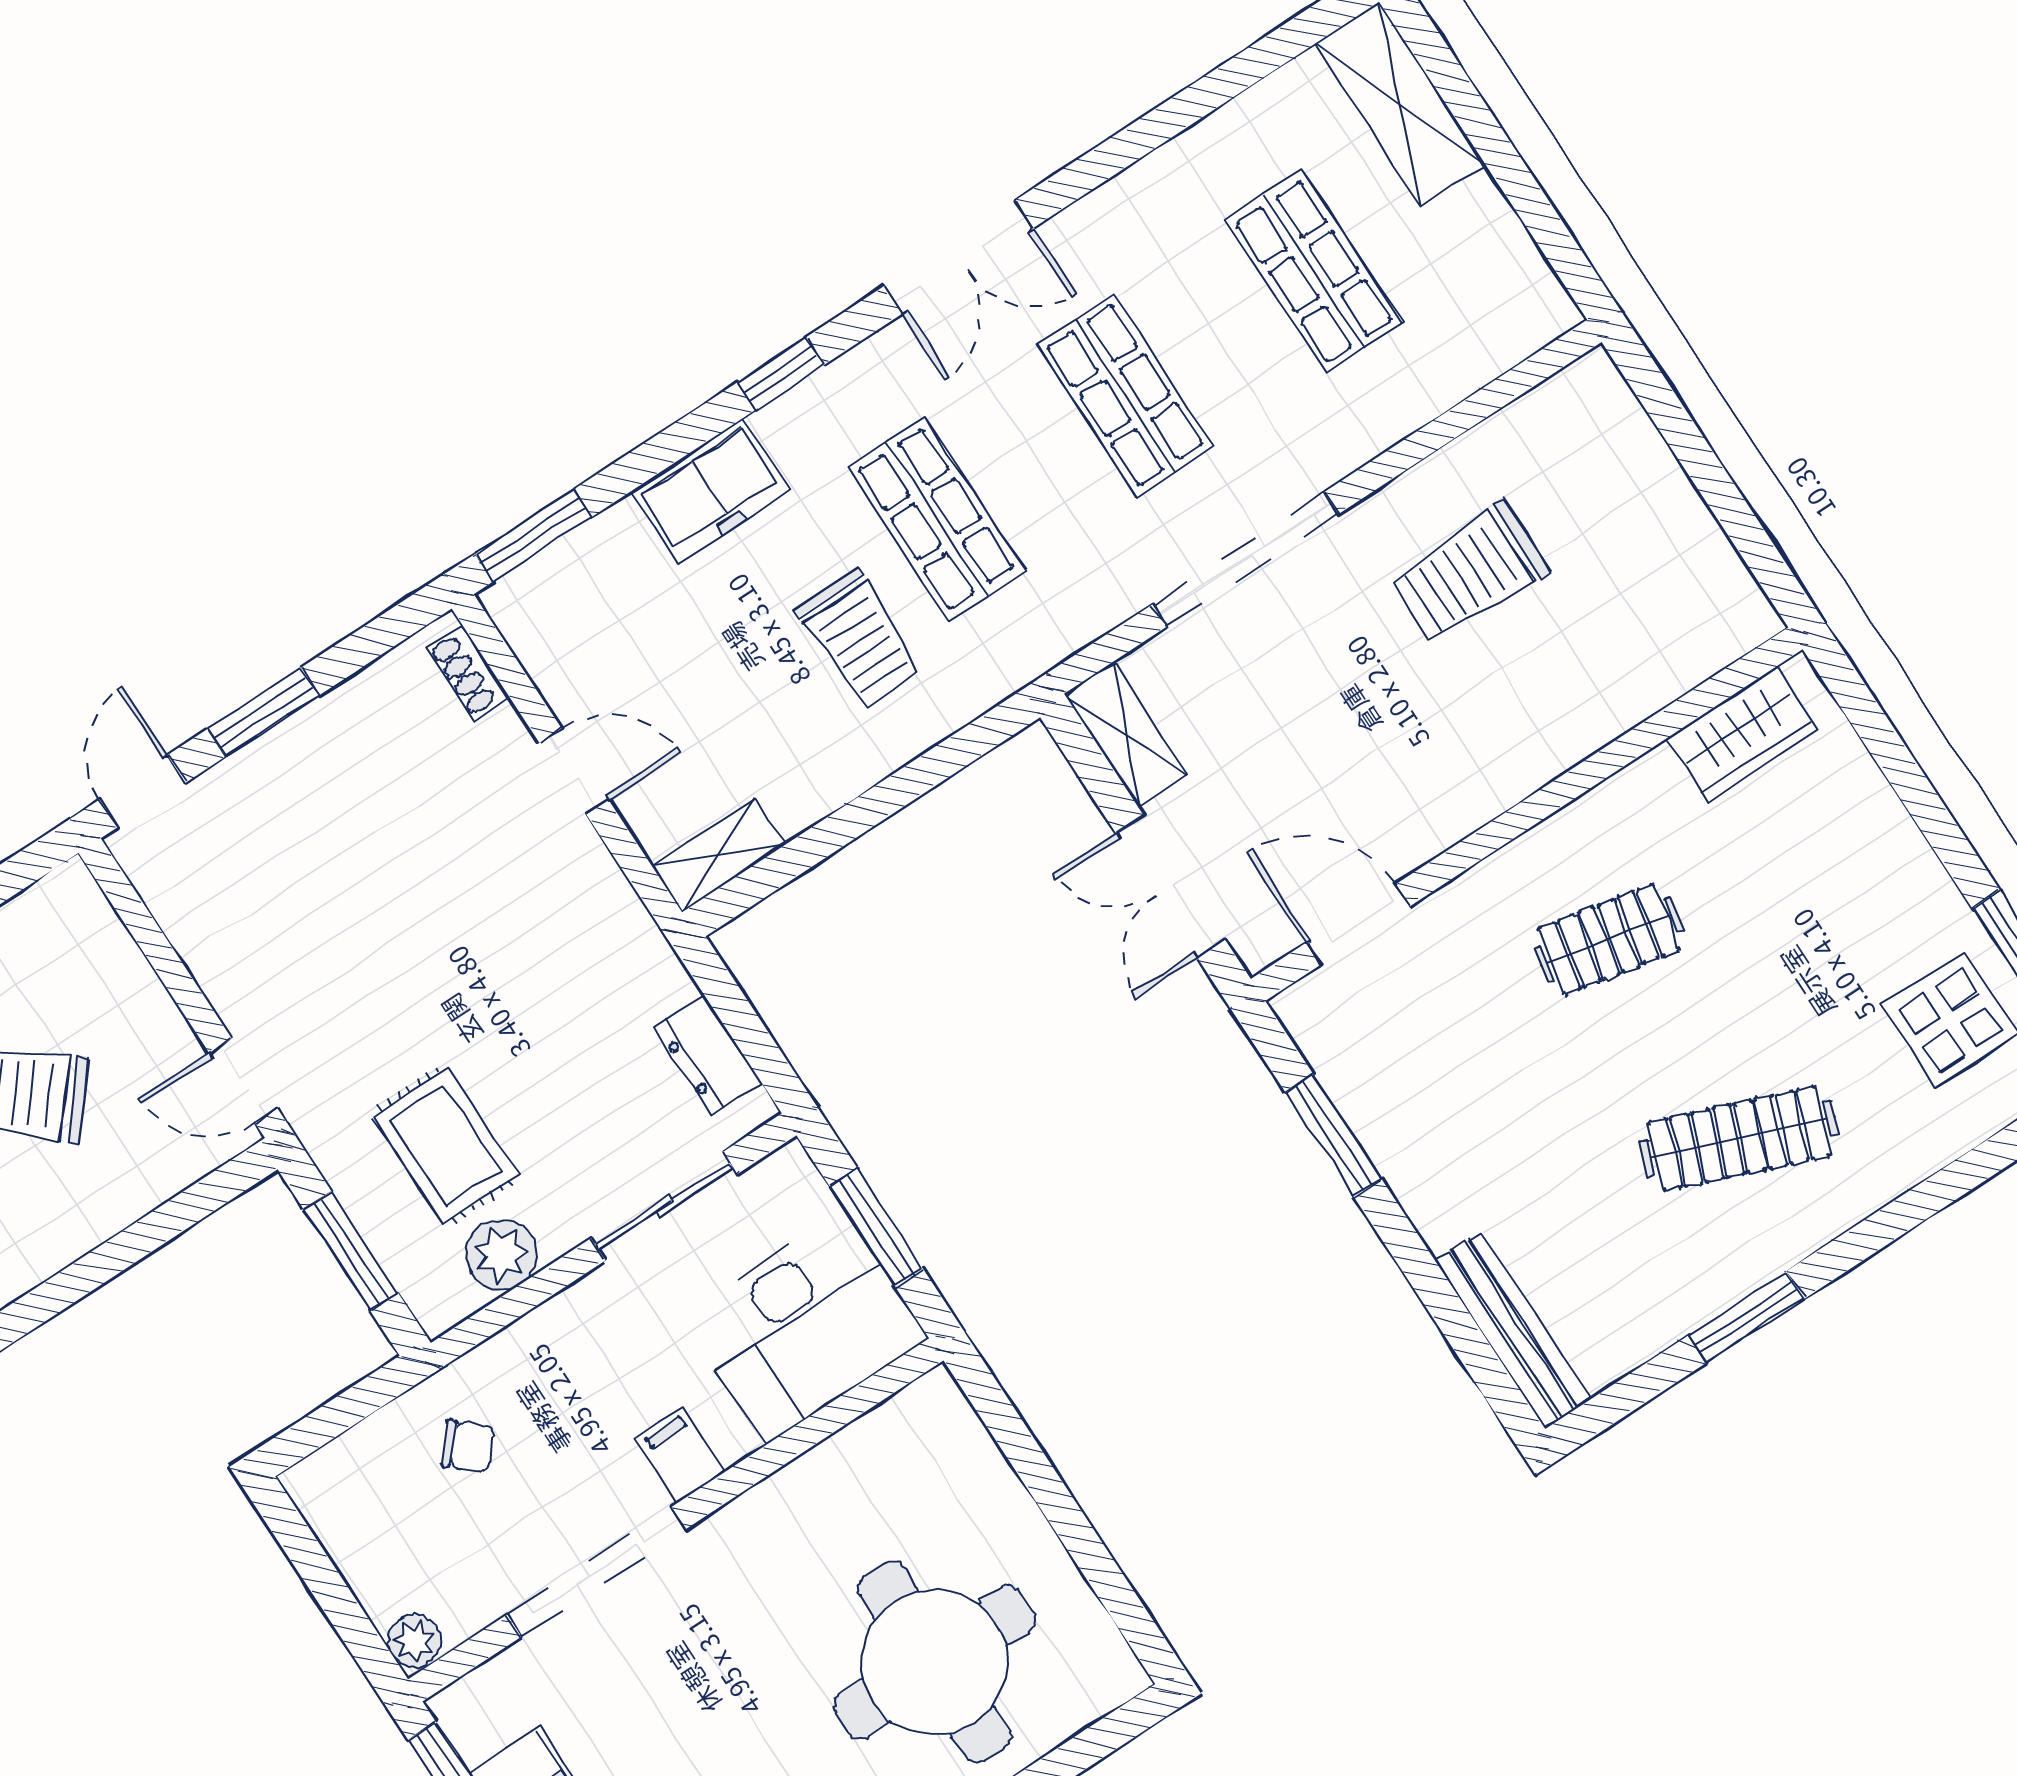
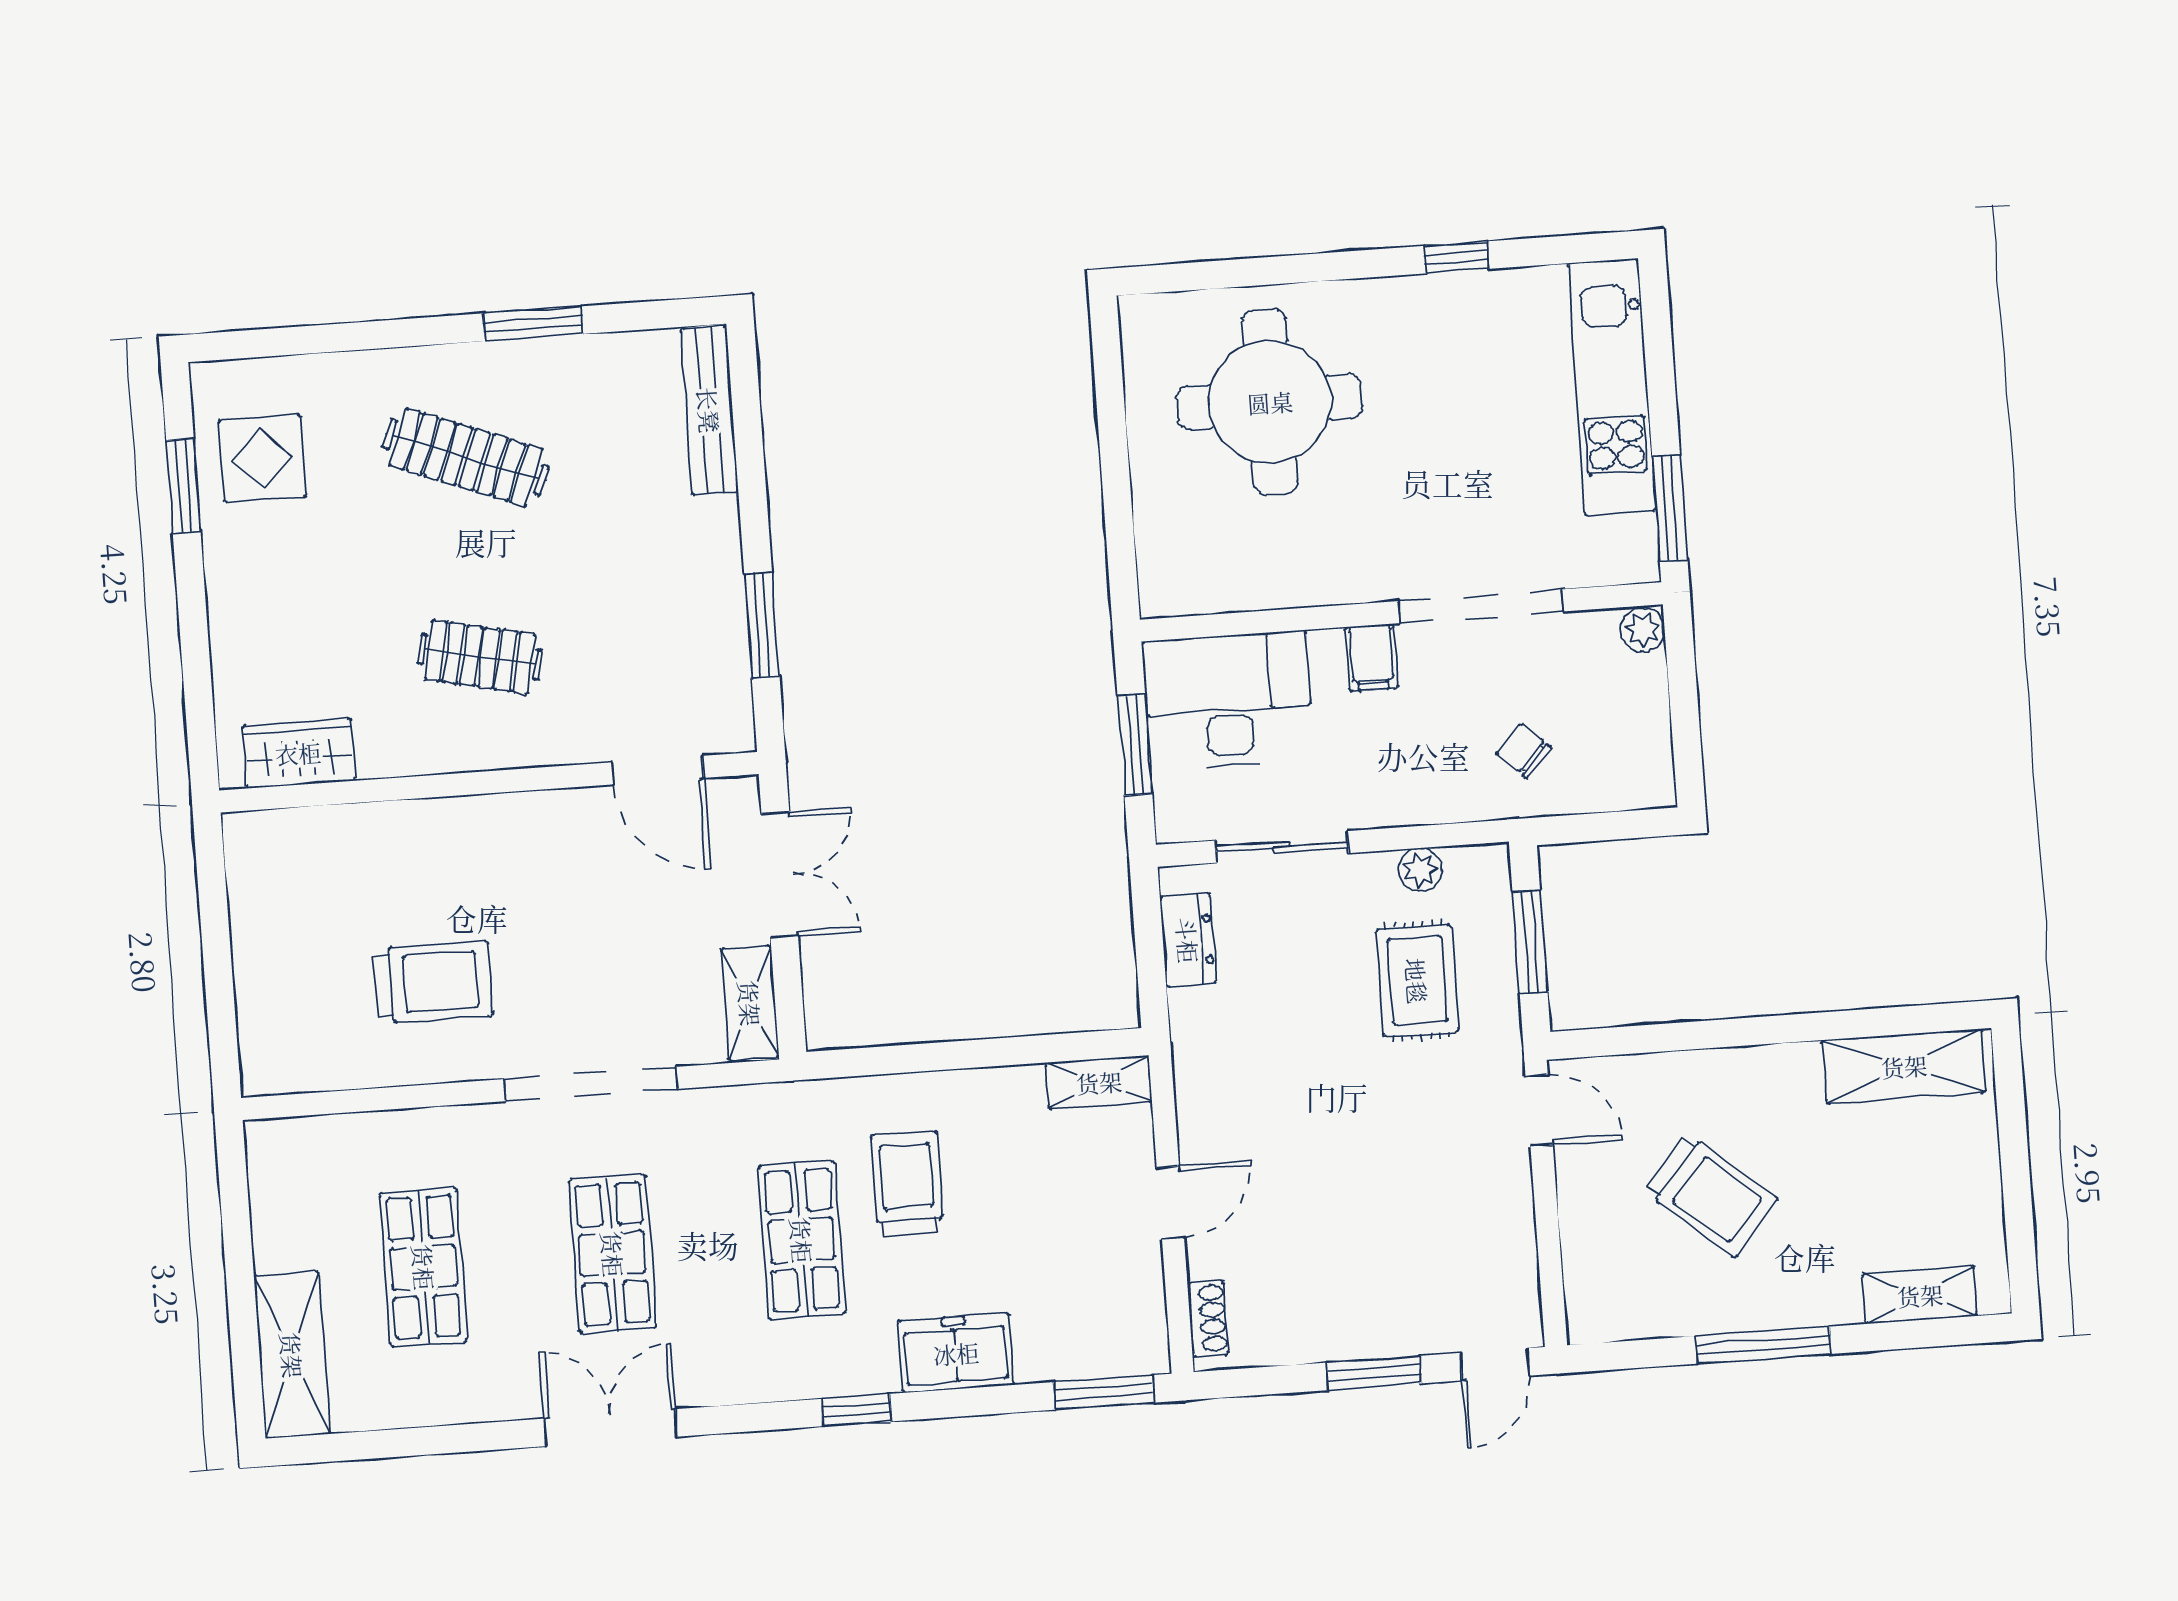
double door: (959, 257) -> (611, 1428), moved
door: (574, 771) -> (1170, 1203), swing flipped
plant: (501, 1255) -> (1420, 870), width x0.73, depth x0.73

